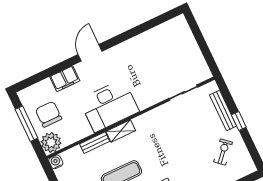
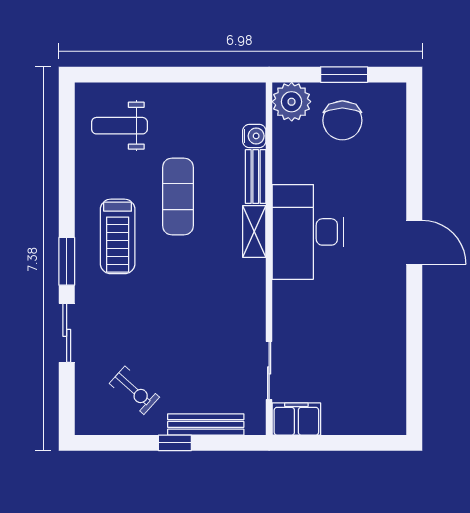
filing cabinet: (65, 79) -> (296, 419), moved, turned 90
chair: (49, 114) -> (342, 120), turned 90
window: (26, 124) -> (344, 75), width x0.69
water cooler: (56, 162) -> (254, 136), moved

